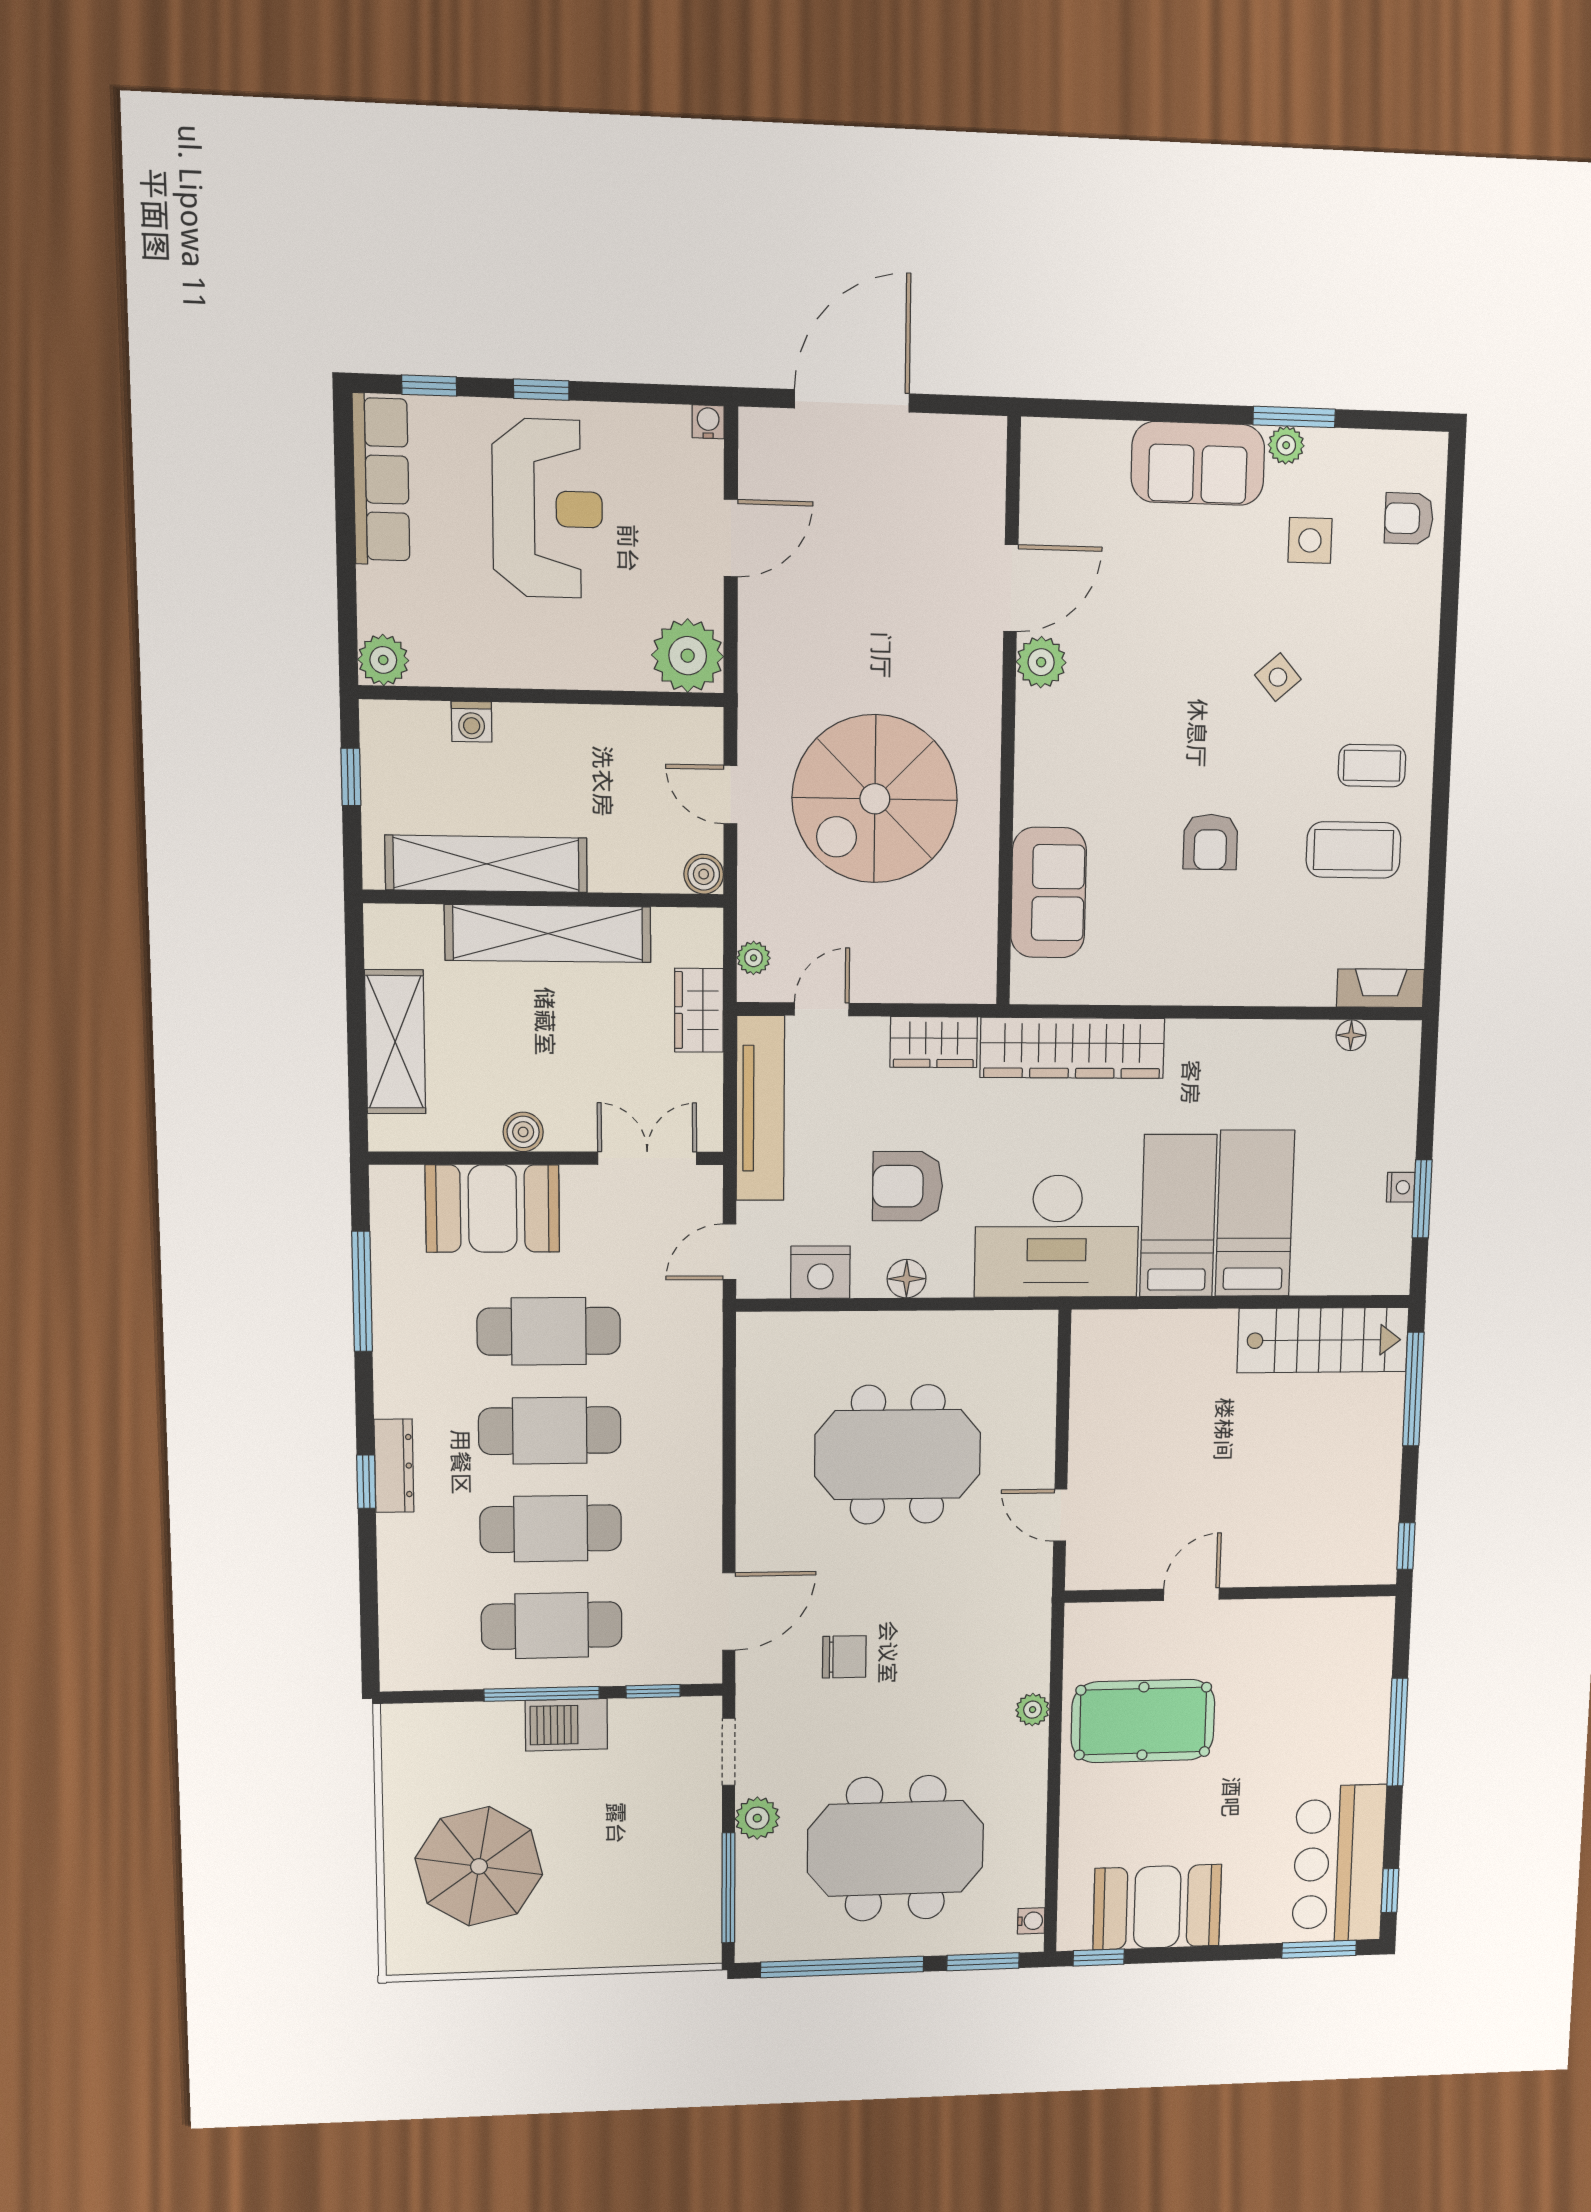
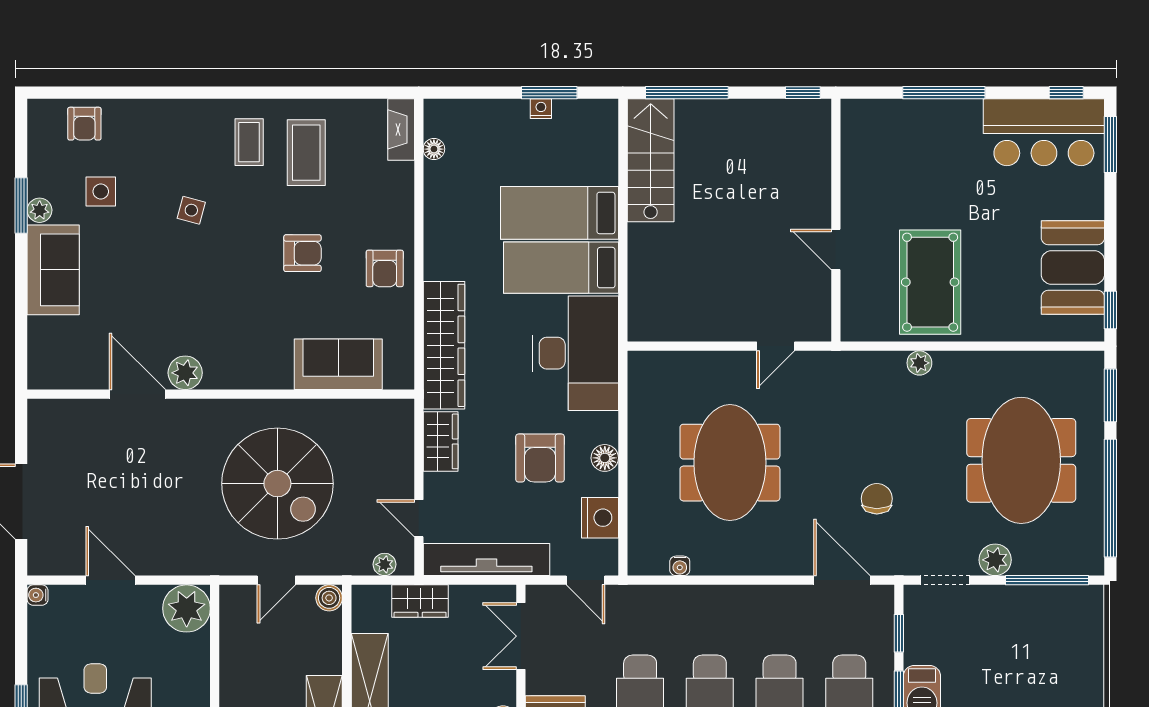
side table: (1278, 677) -> (191, 210), turned -34
armchair: (1185, 963) -> (385, 268), added
water cooler: (1031, 1921) -> (680, 566), moved, turned 180

